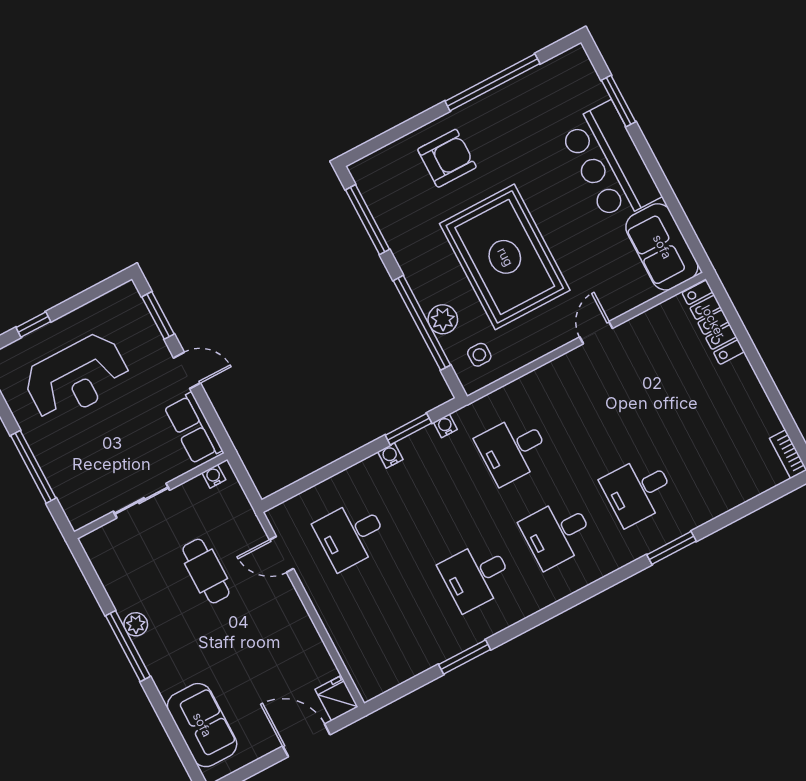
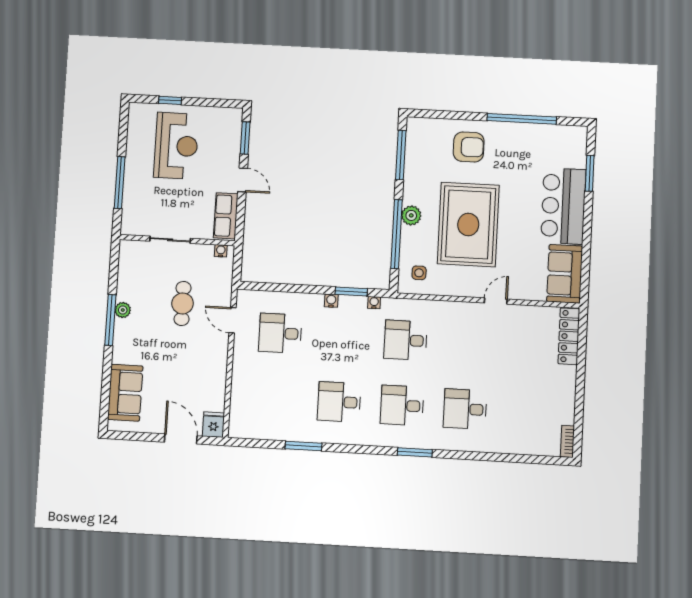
plant: (443, 319) -> (411, 215), moved
reception desk: (77, 377) -> (176, 146), turned -90
window: (672, 548) -> (415, 452), moved

